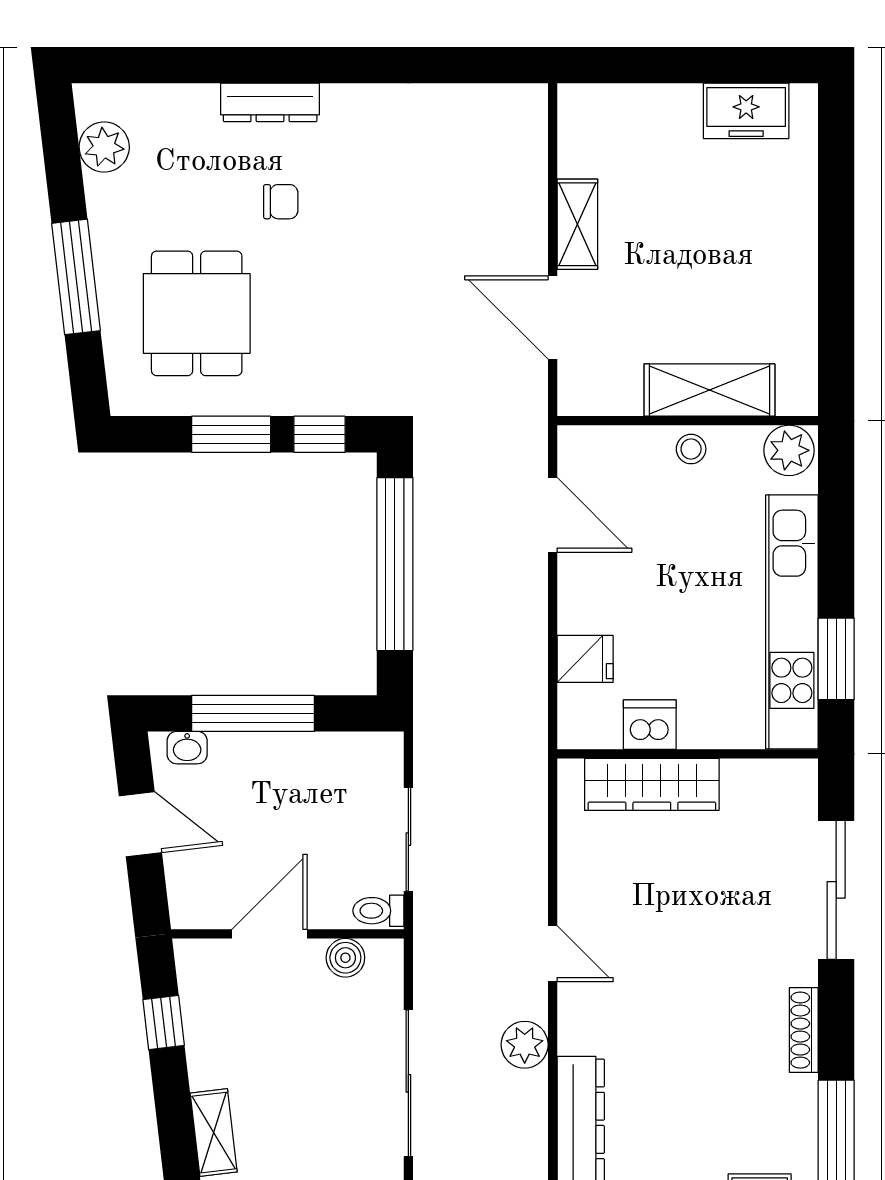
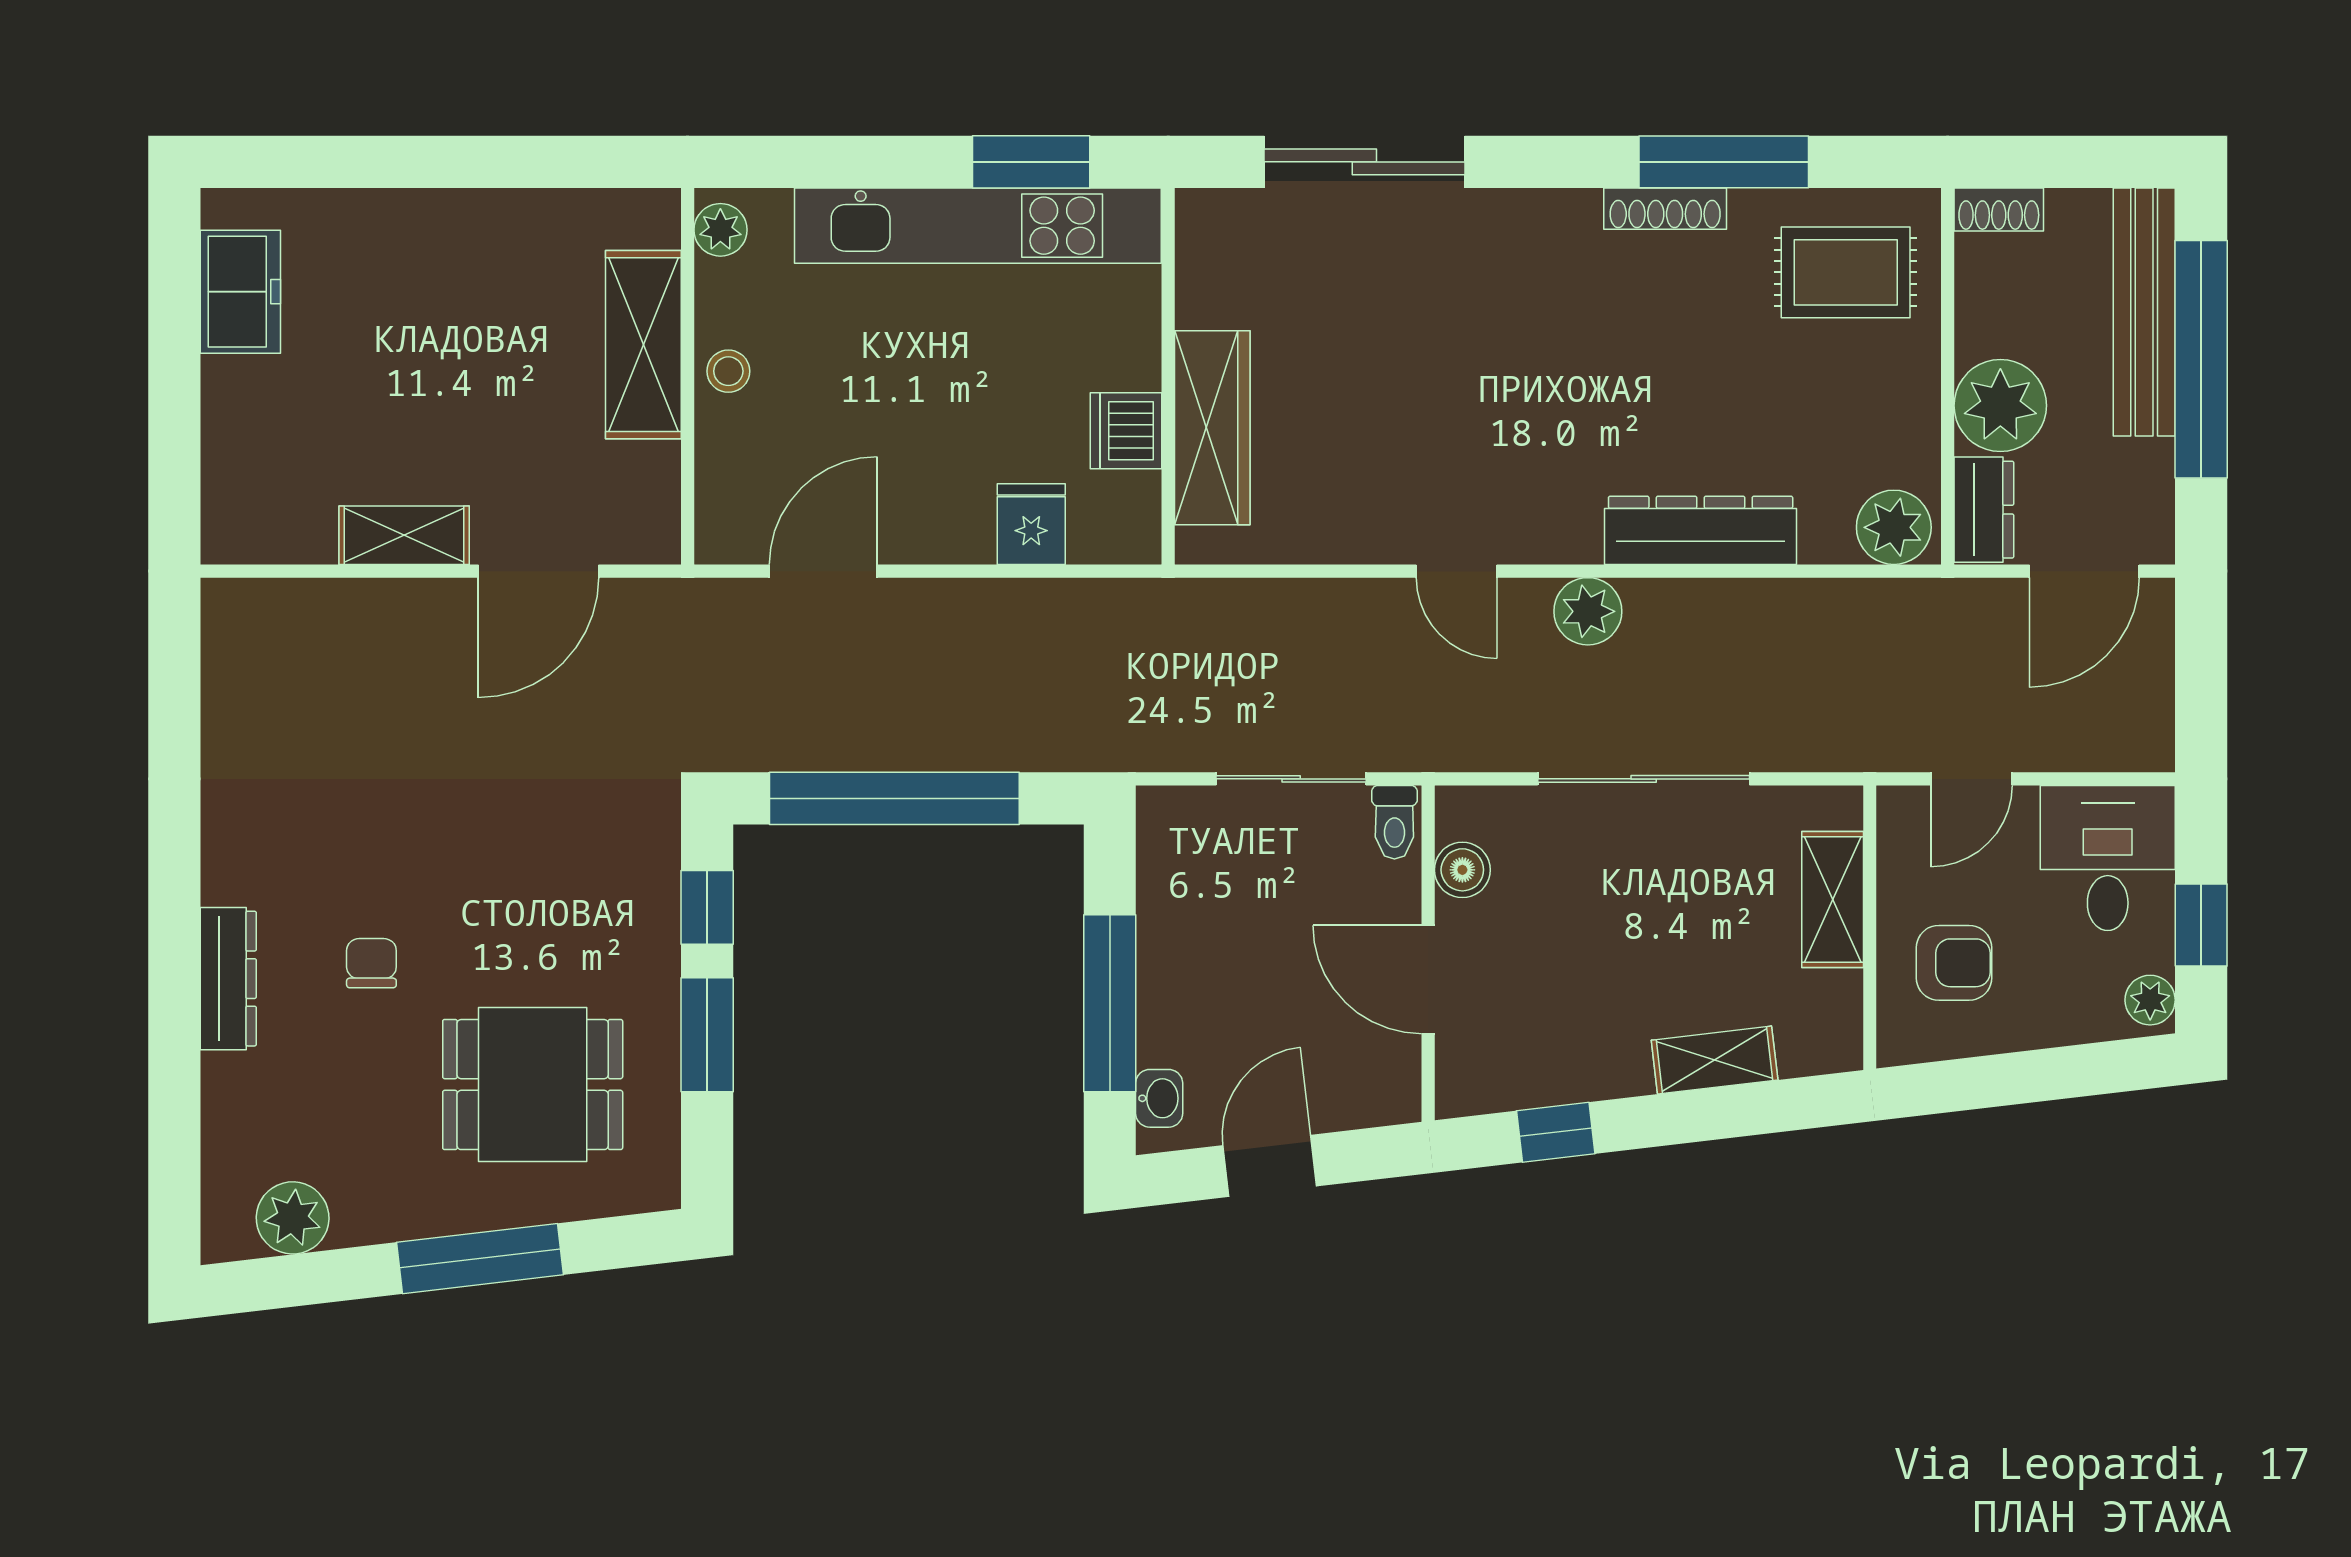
plant: (789, 450) -> (720, 230), width x0.73, depth x0.73
door: (553, 954) -> (1457, 571), swing flipped
shoe rack: (804, 1030) -> (1665, 209), moved

